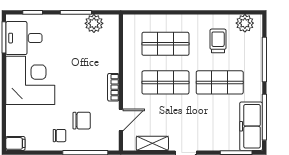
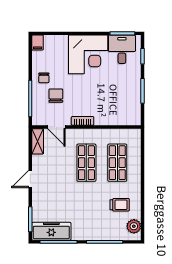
plant: (94, 23) -> (134, 105), removed
shop shelf: (220, 82) -> (86, 206), removed
chair: (82, 121) -> (56, 96), turned 180
shelving: (152, 143) -> (38, 141), moved

